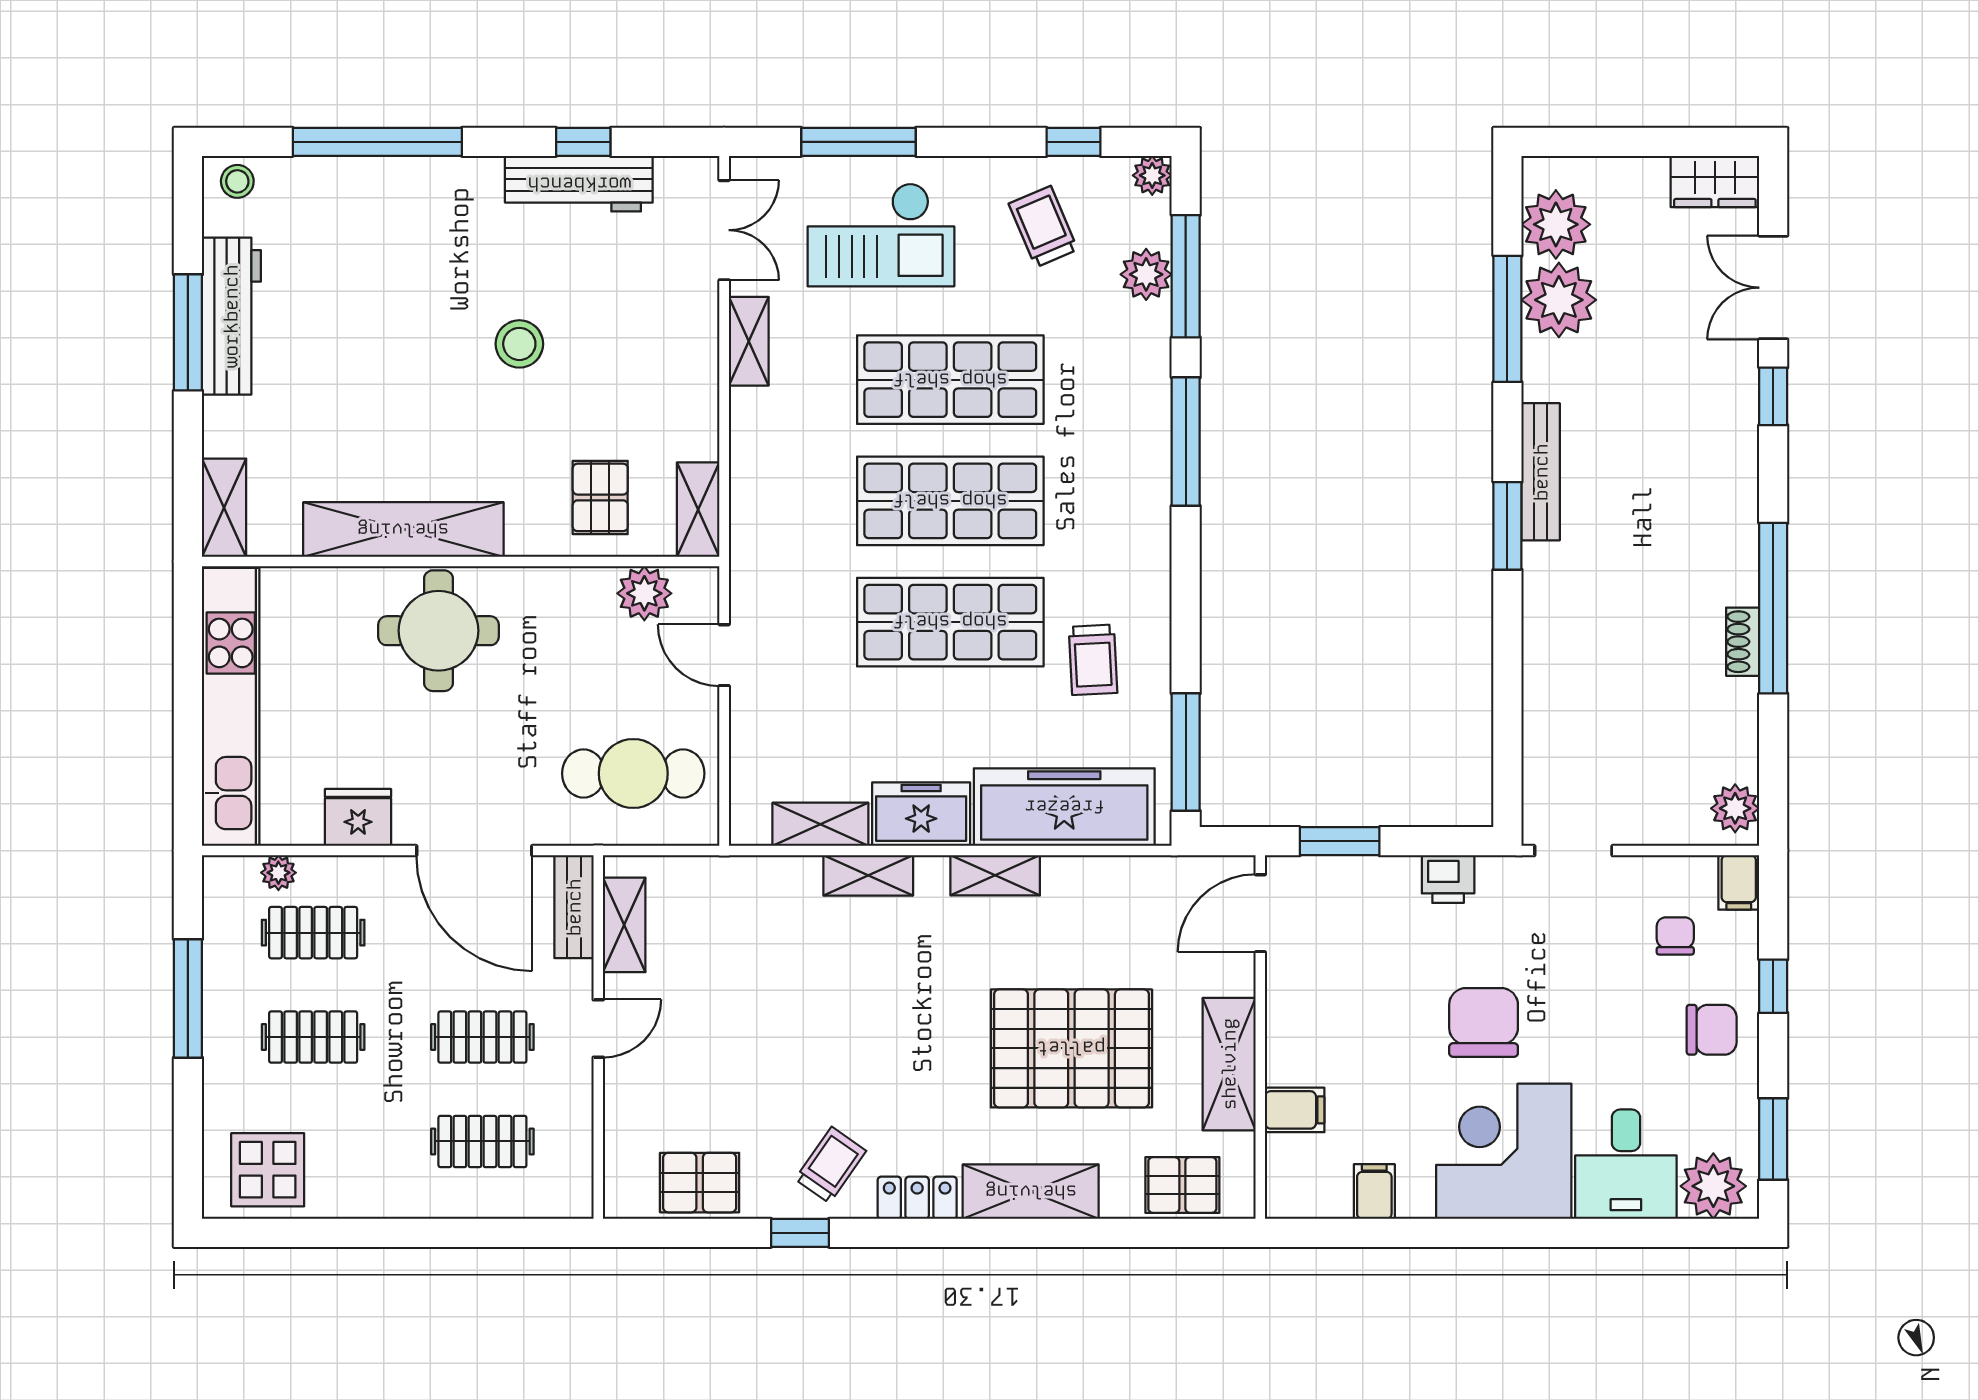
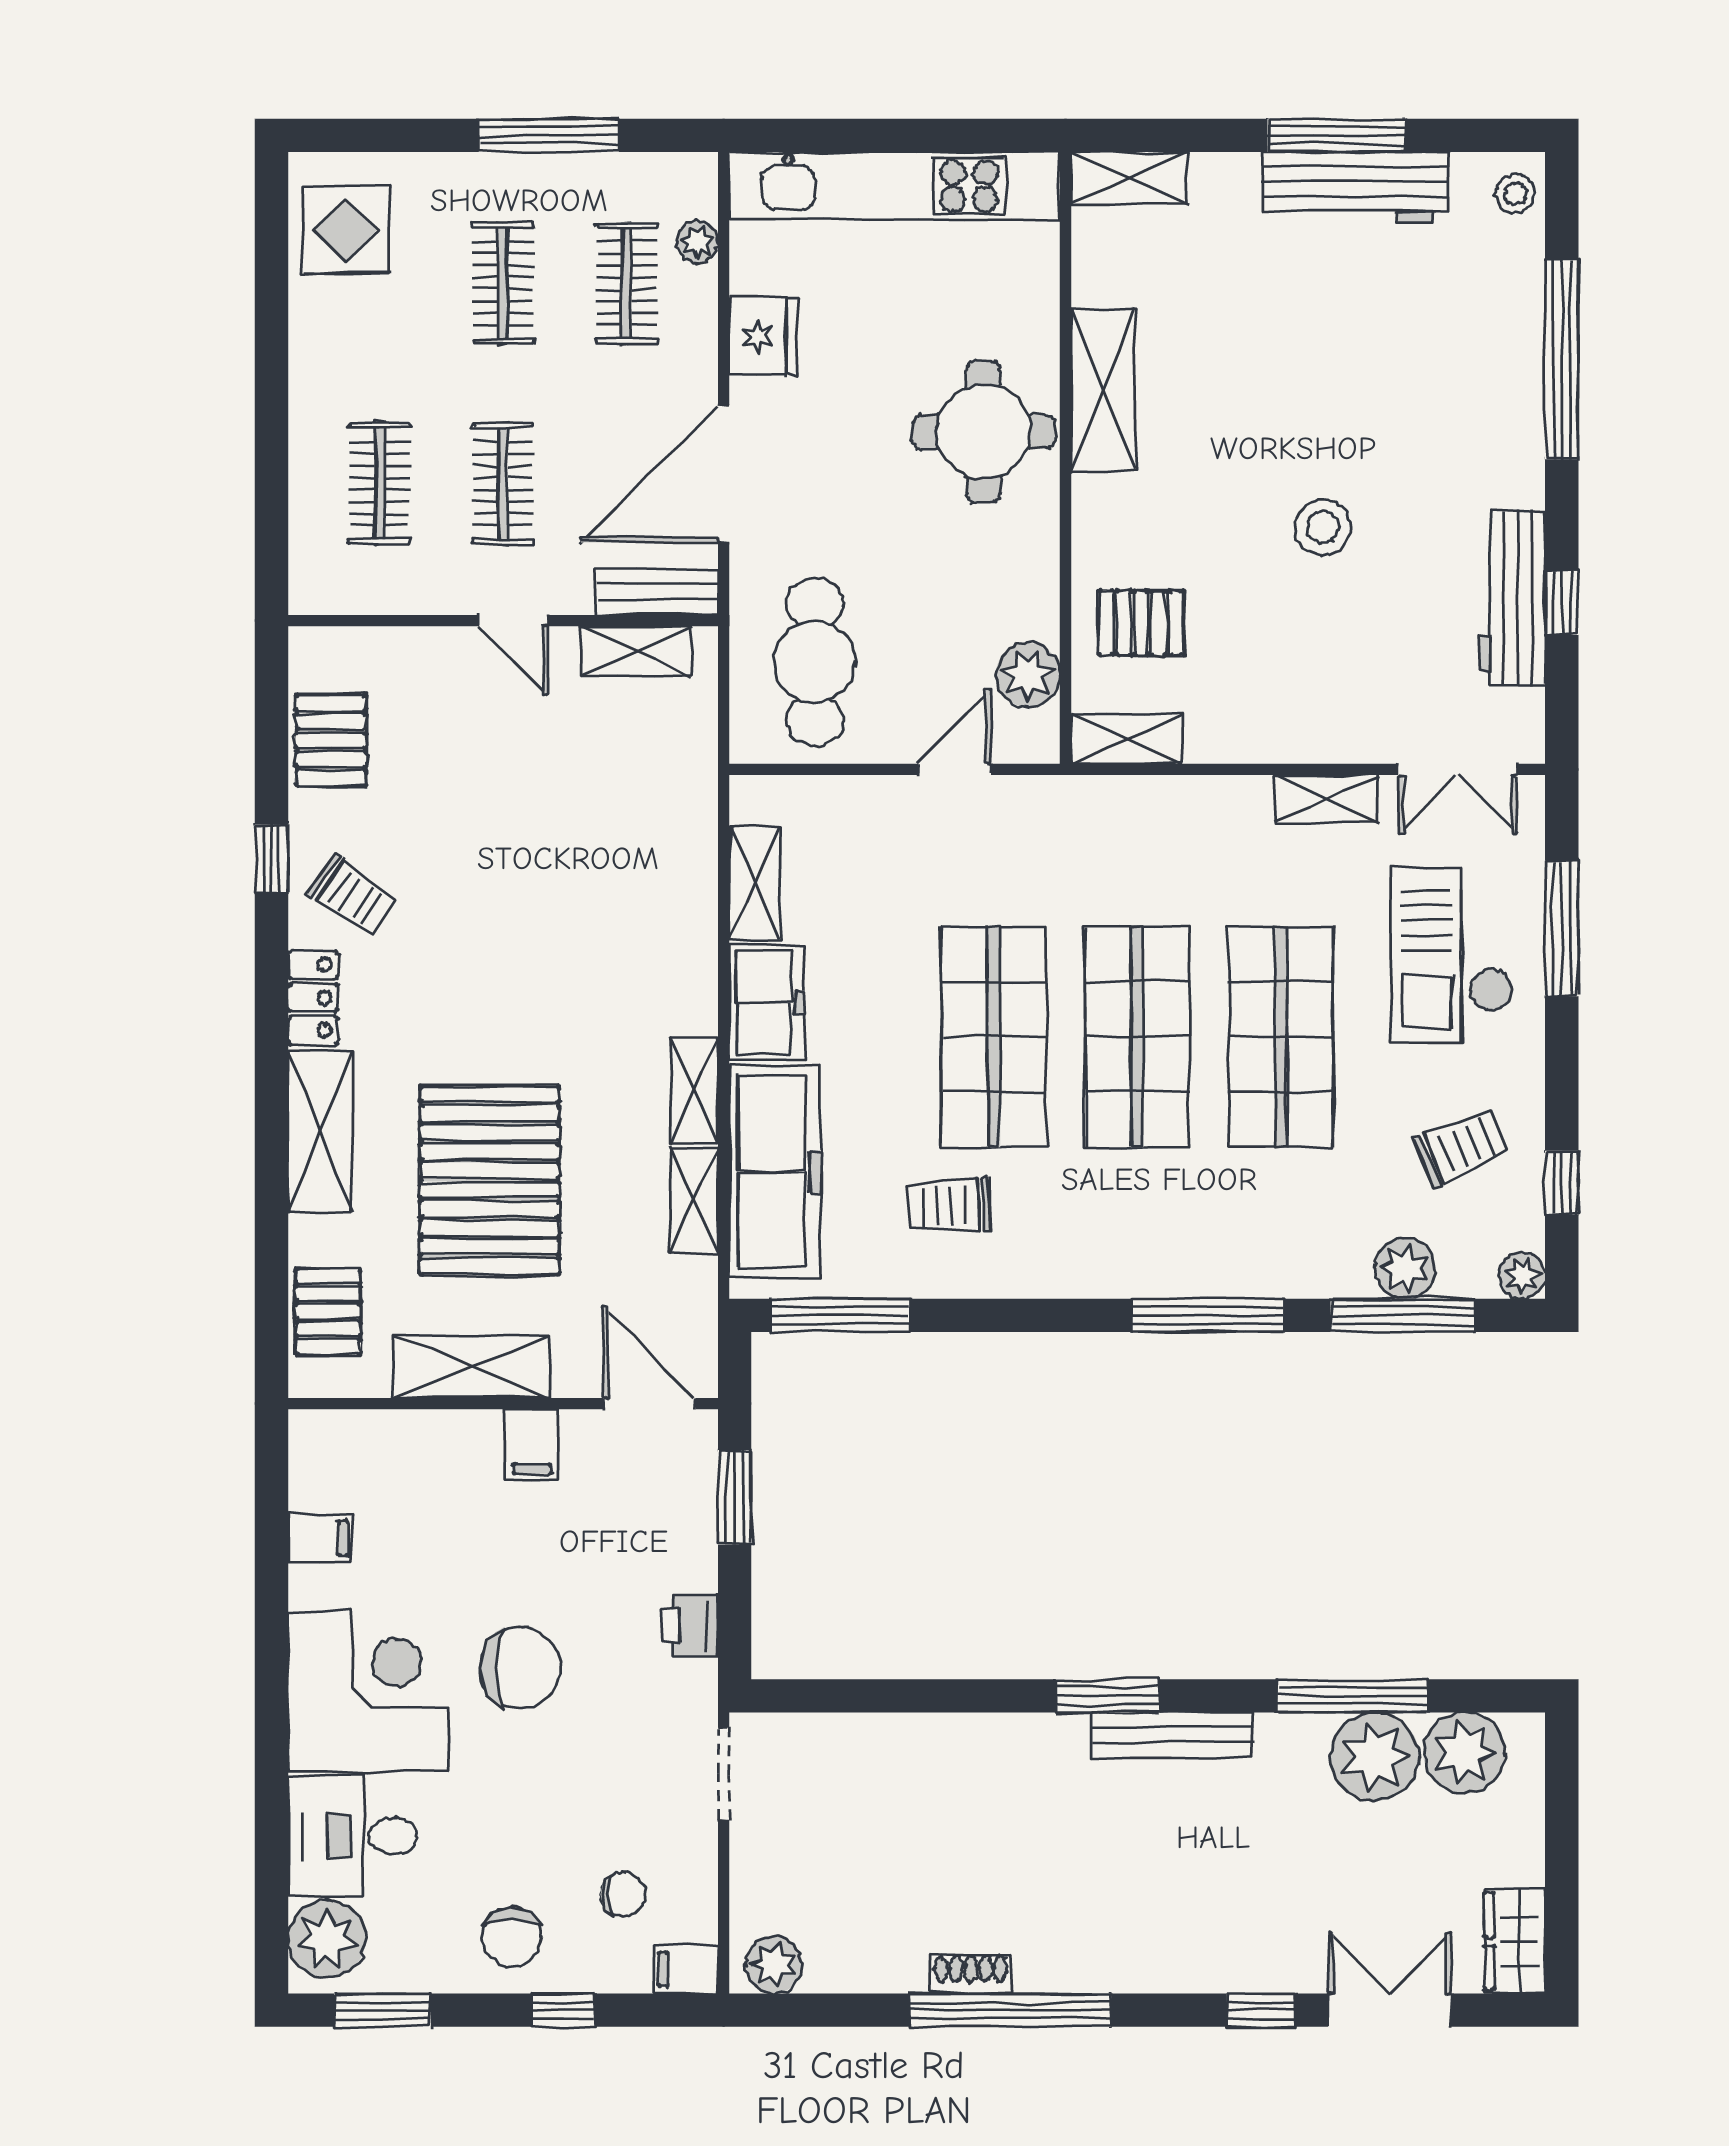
shelving: (403, 530) -> (1103, 390), width x0.68
shelving: (868, 875) -> (694, 1200), moved
filing cabinet: (1295, 1110) -> (532, 1444), moved

